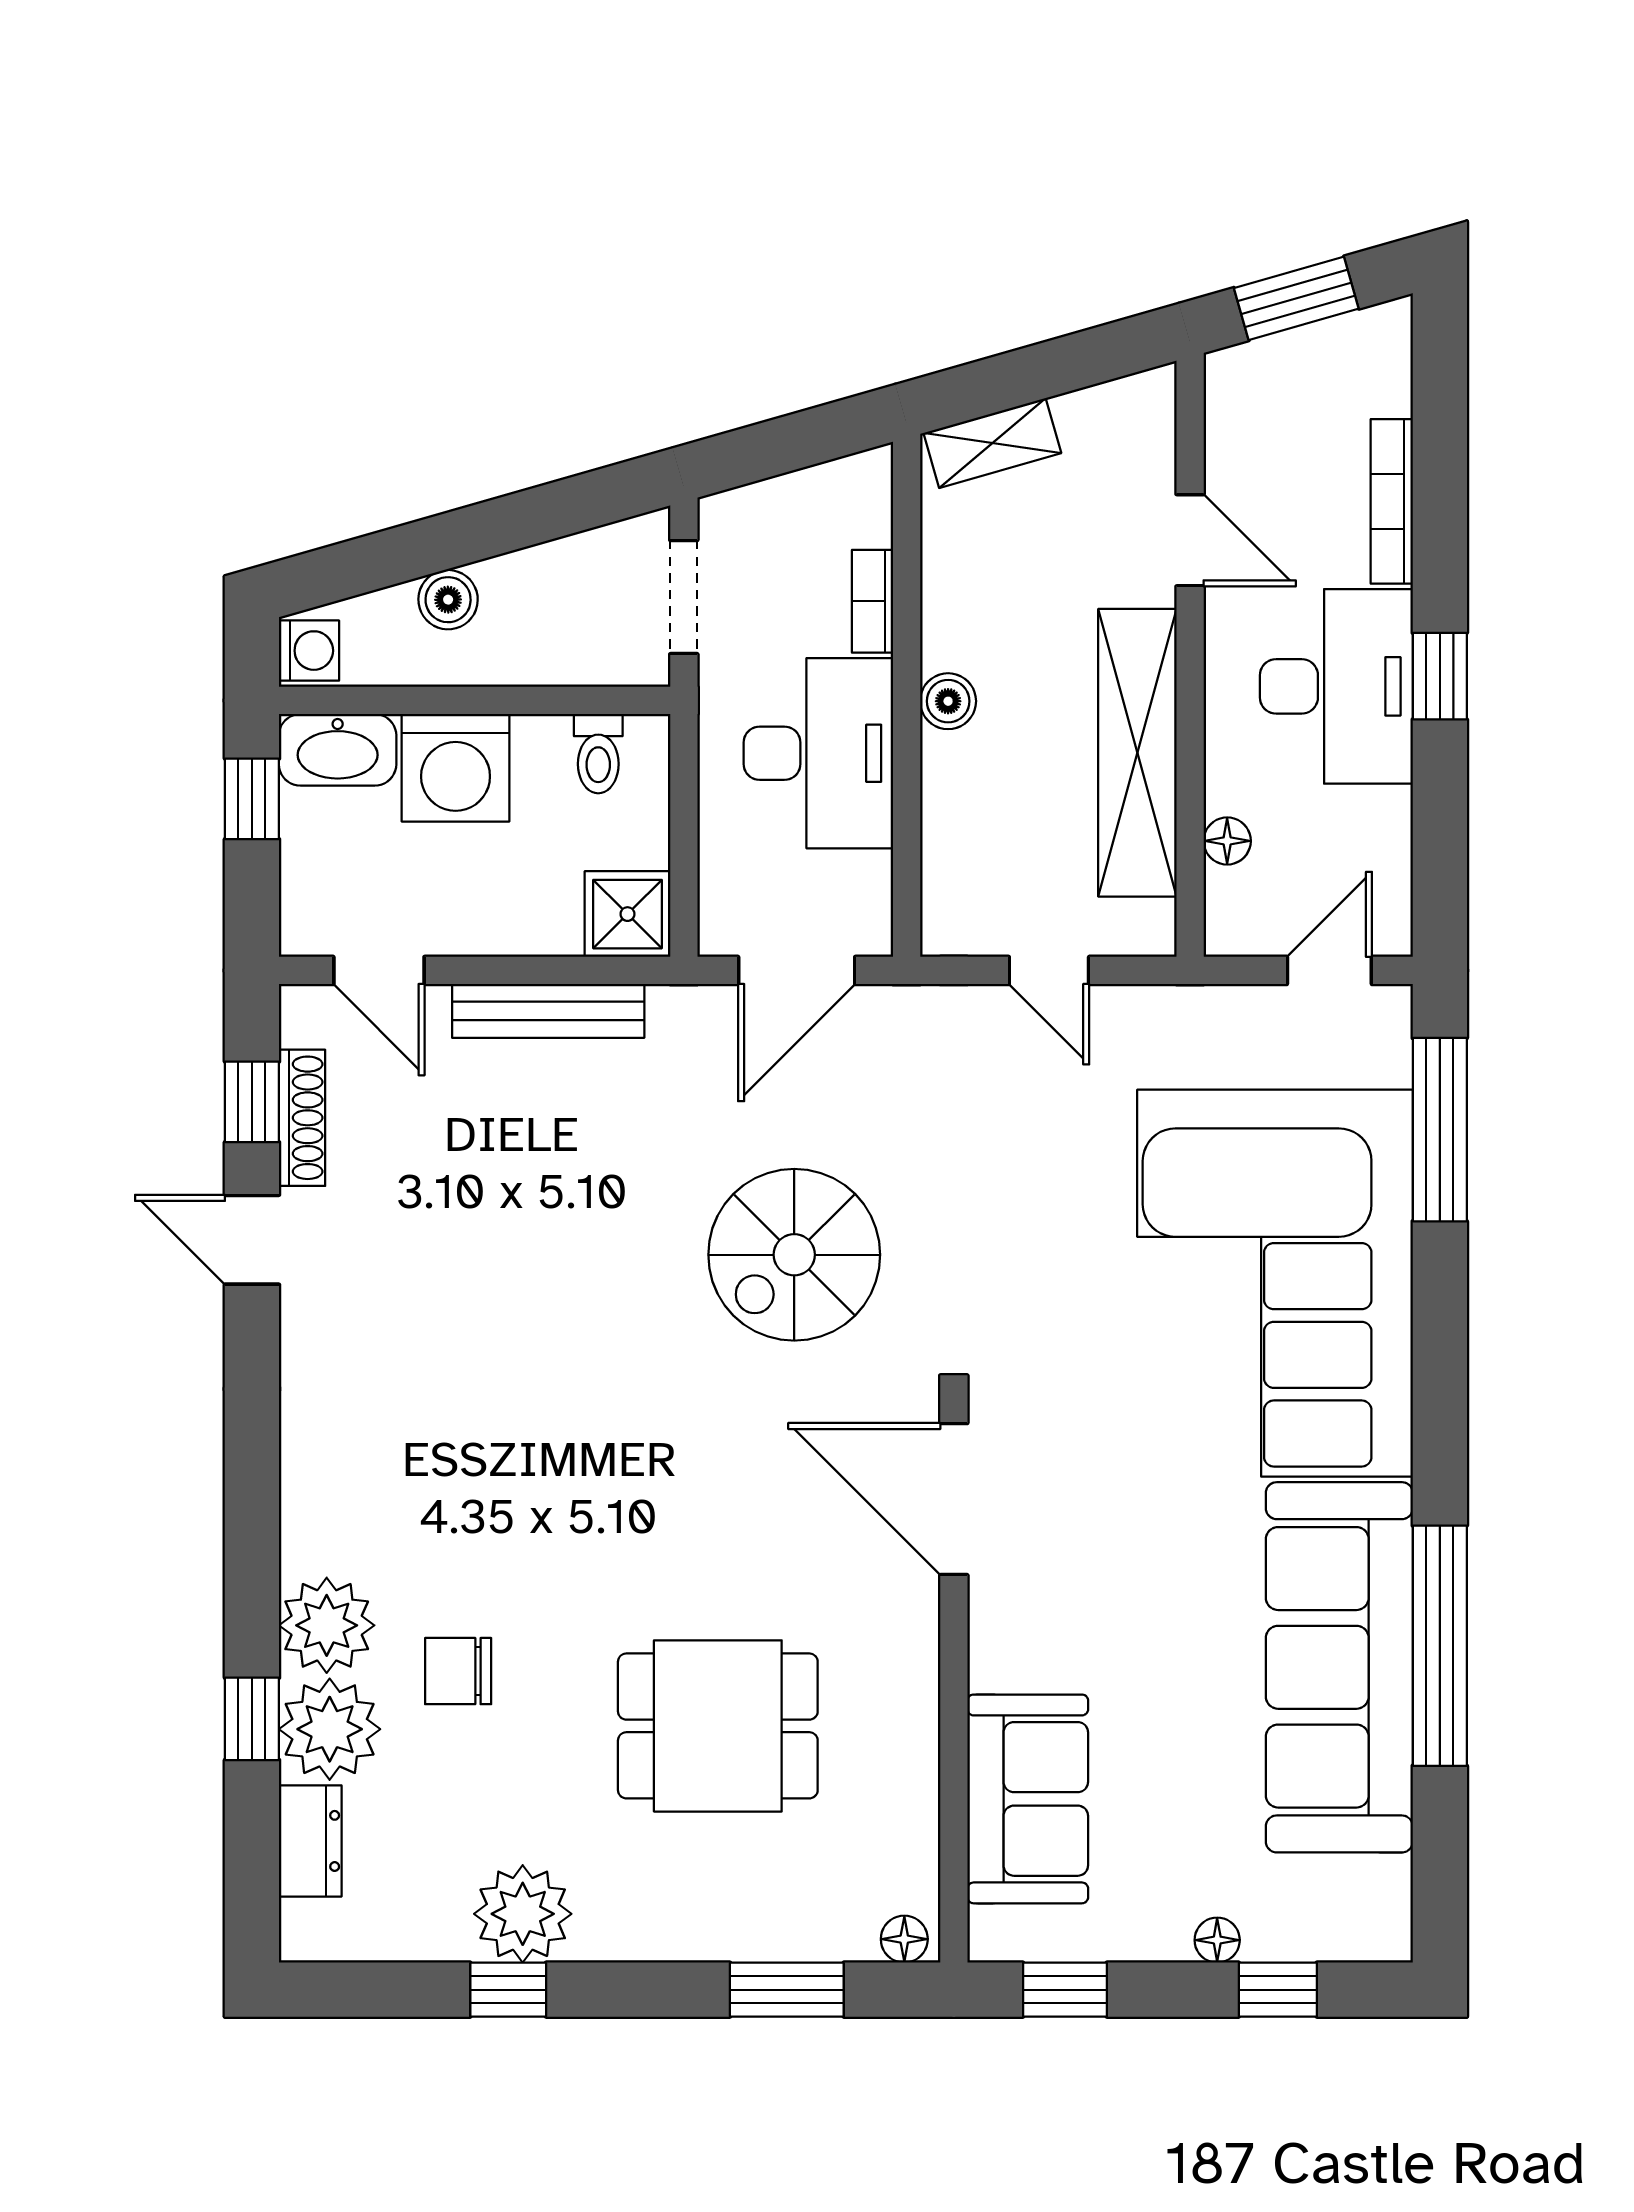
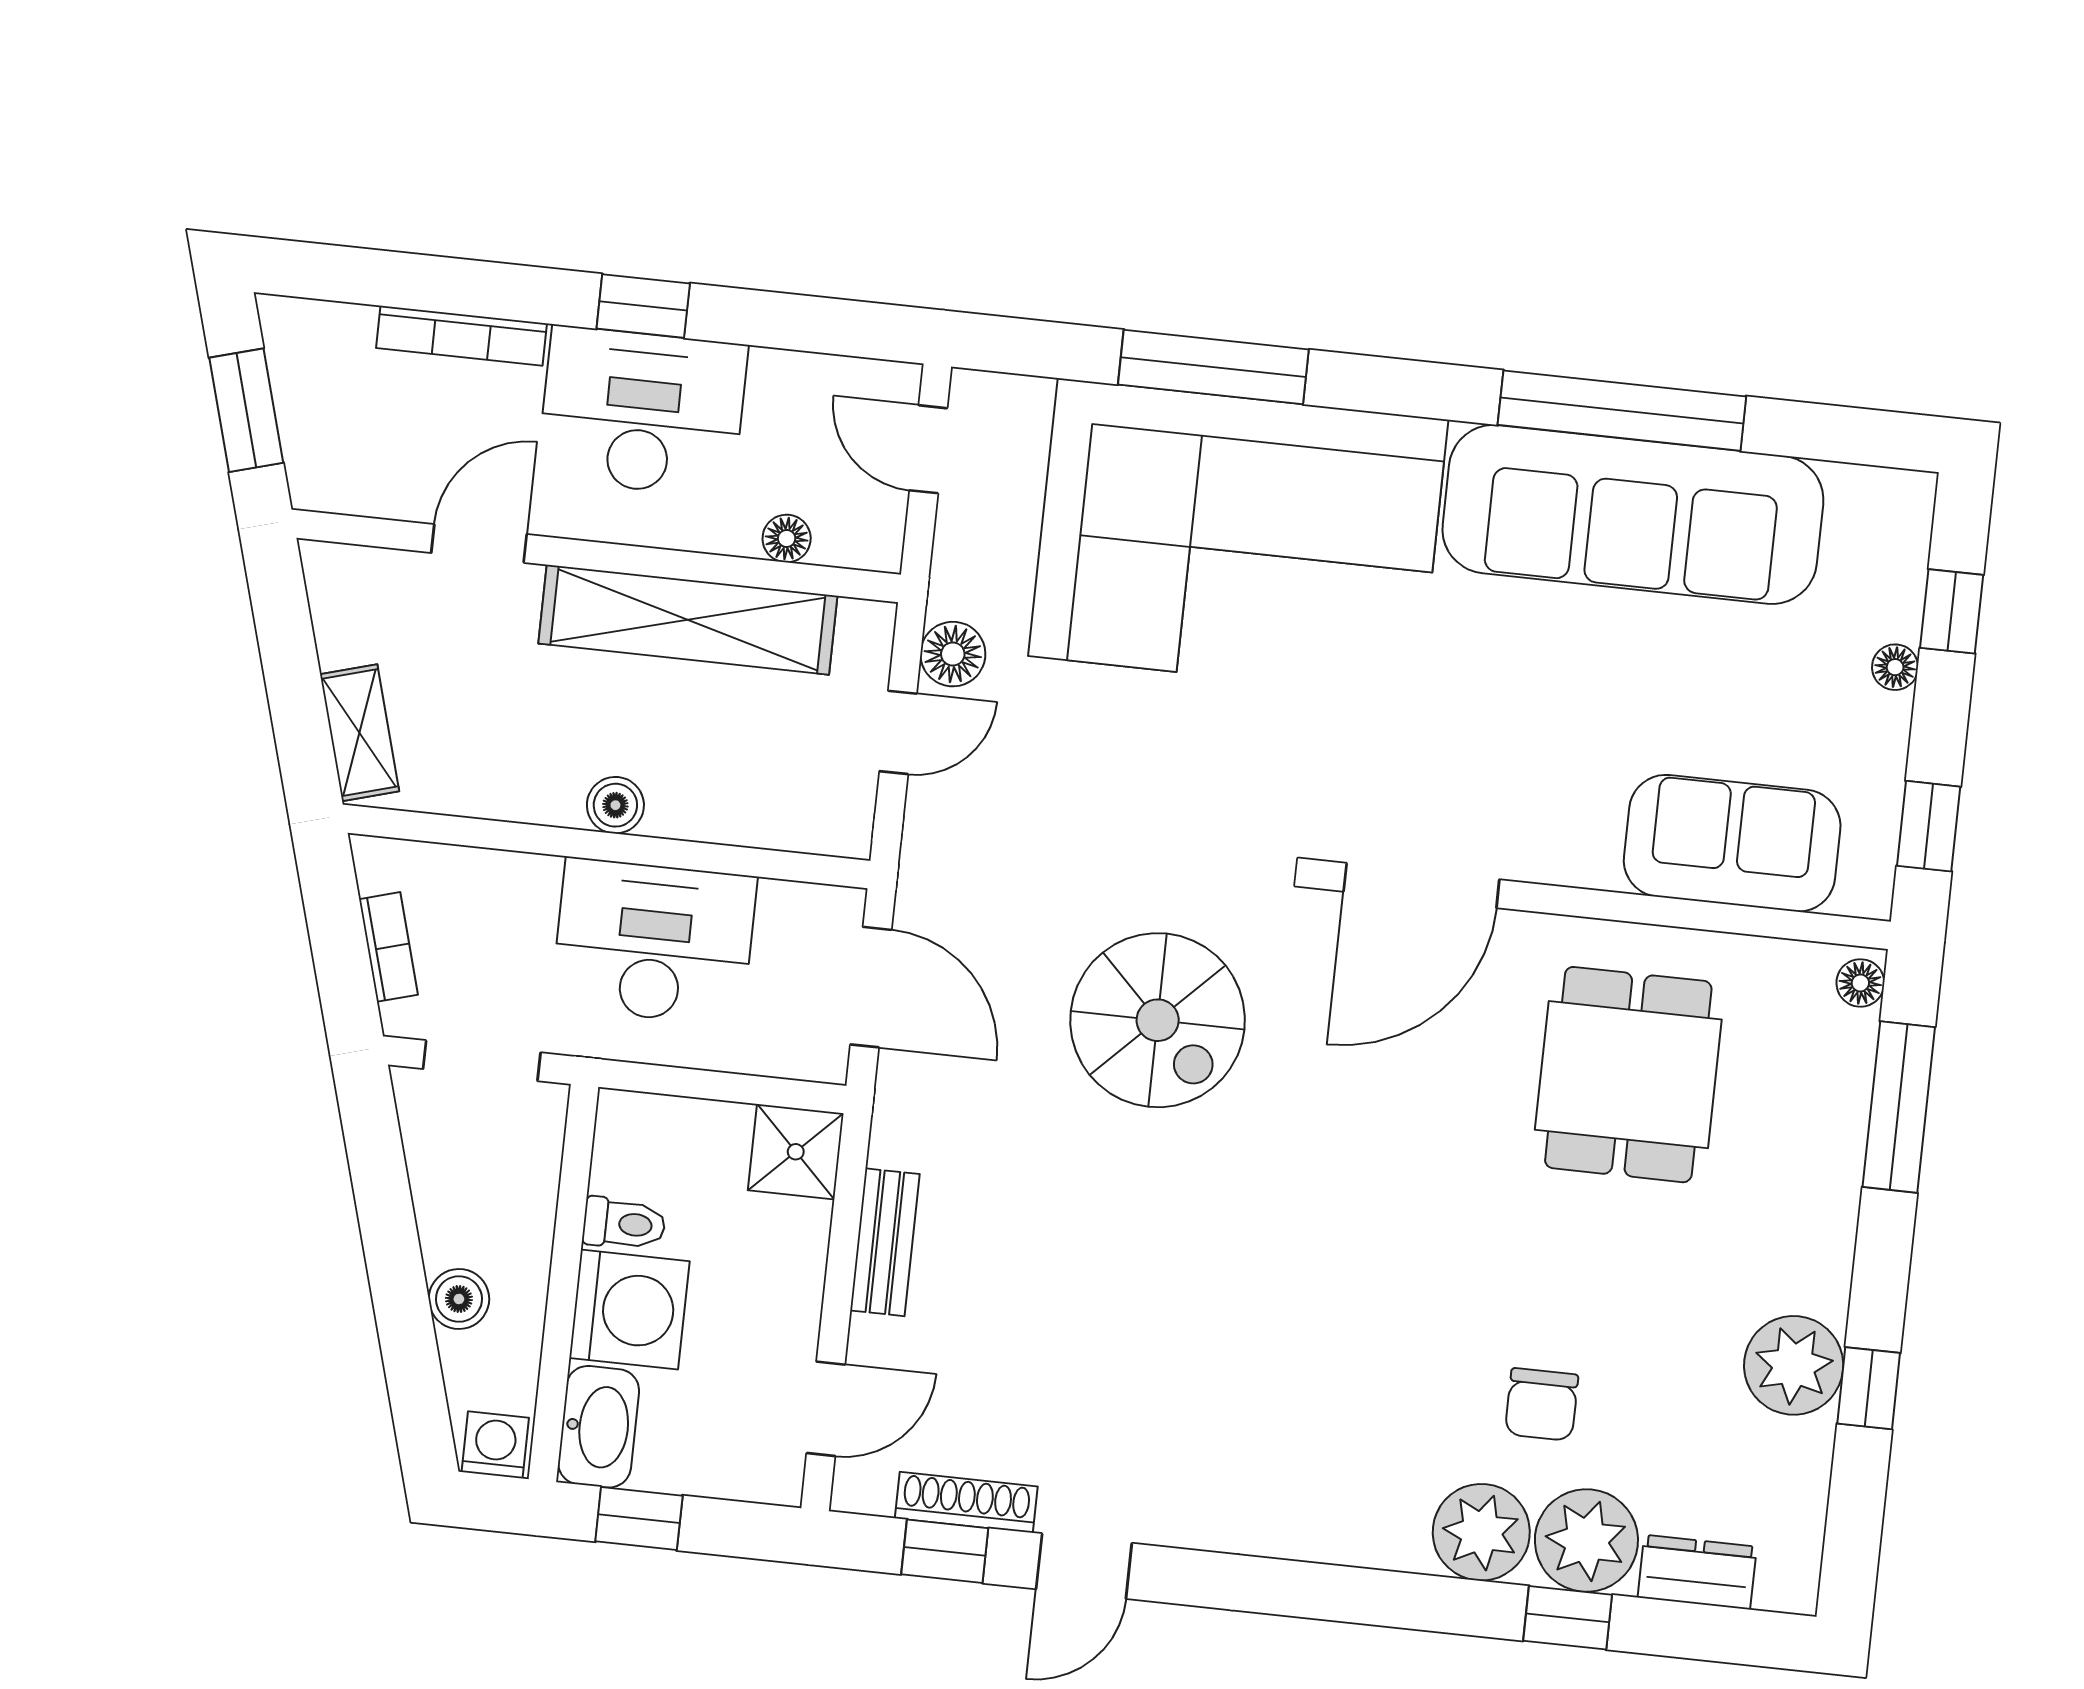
bookcase: (873, 601) -> (388, 947), moved, turned -106
toilet: (598, 754) -> (624, 1224), moved
bench: (548, 1011) -> (885, 1242), width x0.73
floor lamp: (1131, 1016) -> (953, 654), added
window: (1440, 1130) -> (1213, 367), moved
dining table: (718, 1726) -> (1628, 1075), moved
window: (787, 1990) -> (1899, 1107), width x1.44

